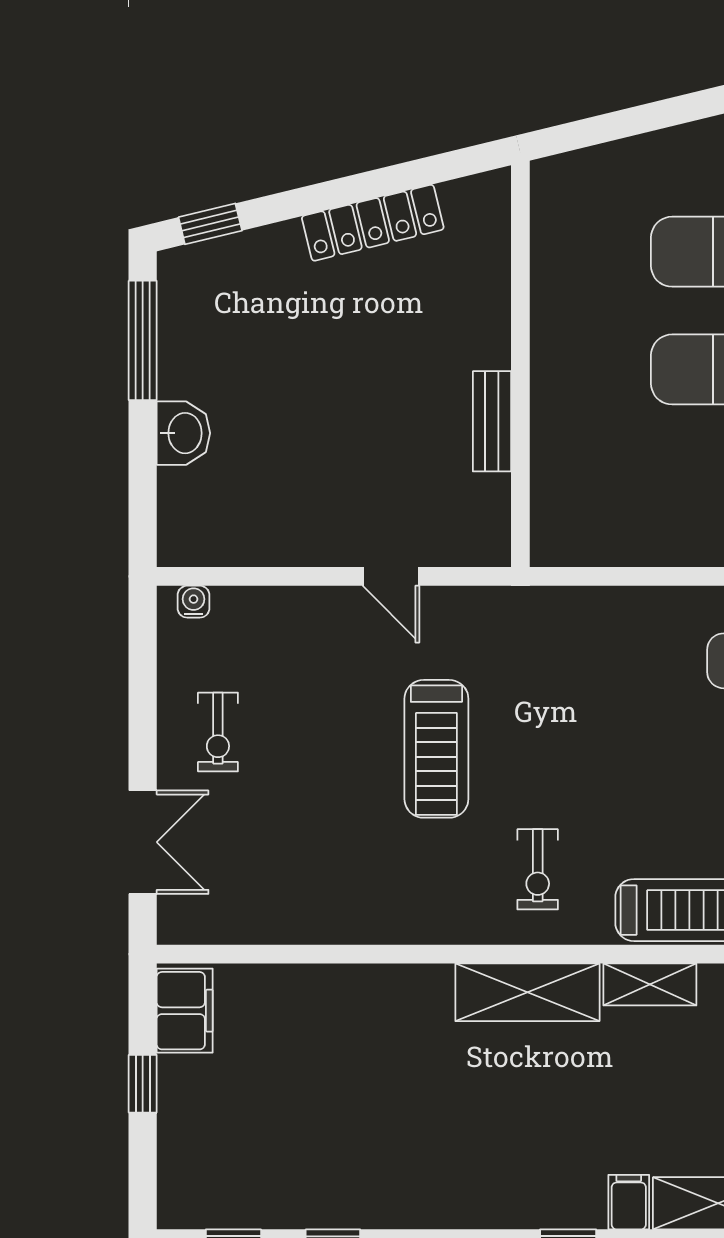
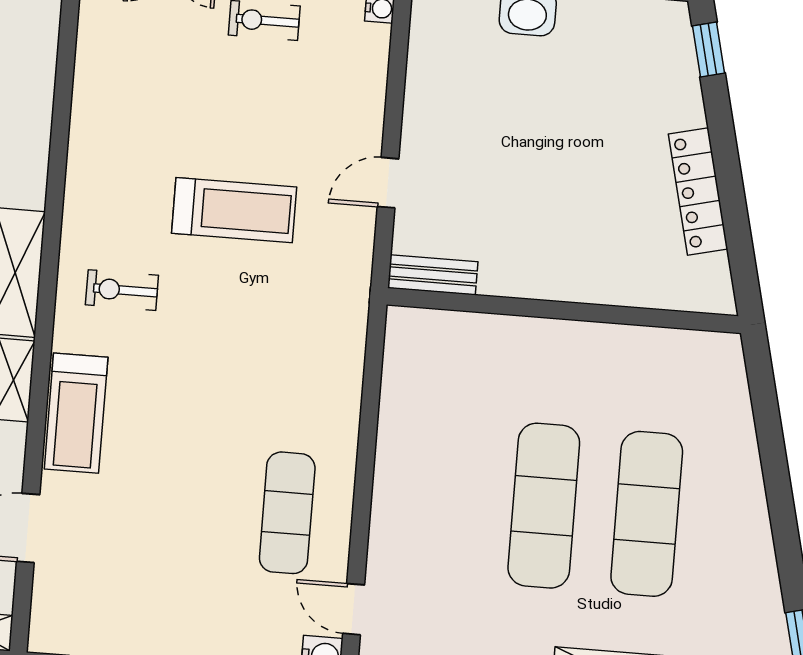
bench: (492, 421) -> (433, 275), moved
treadmill: (436, 749) -> (234, 210), turned 180

